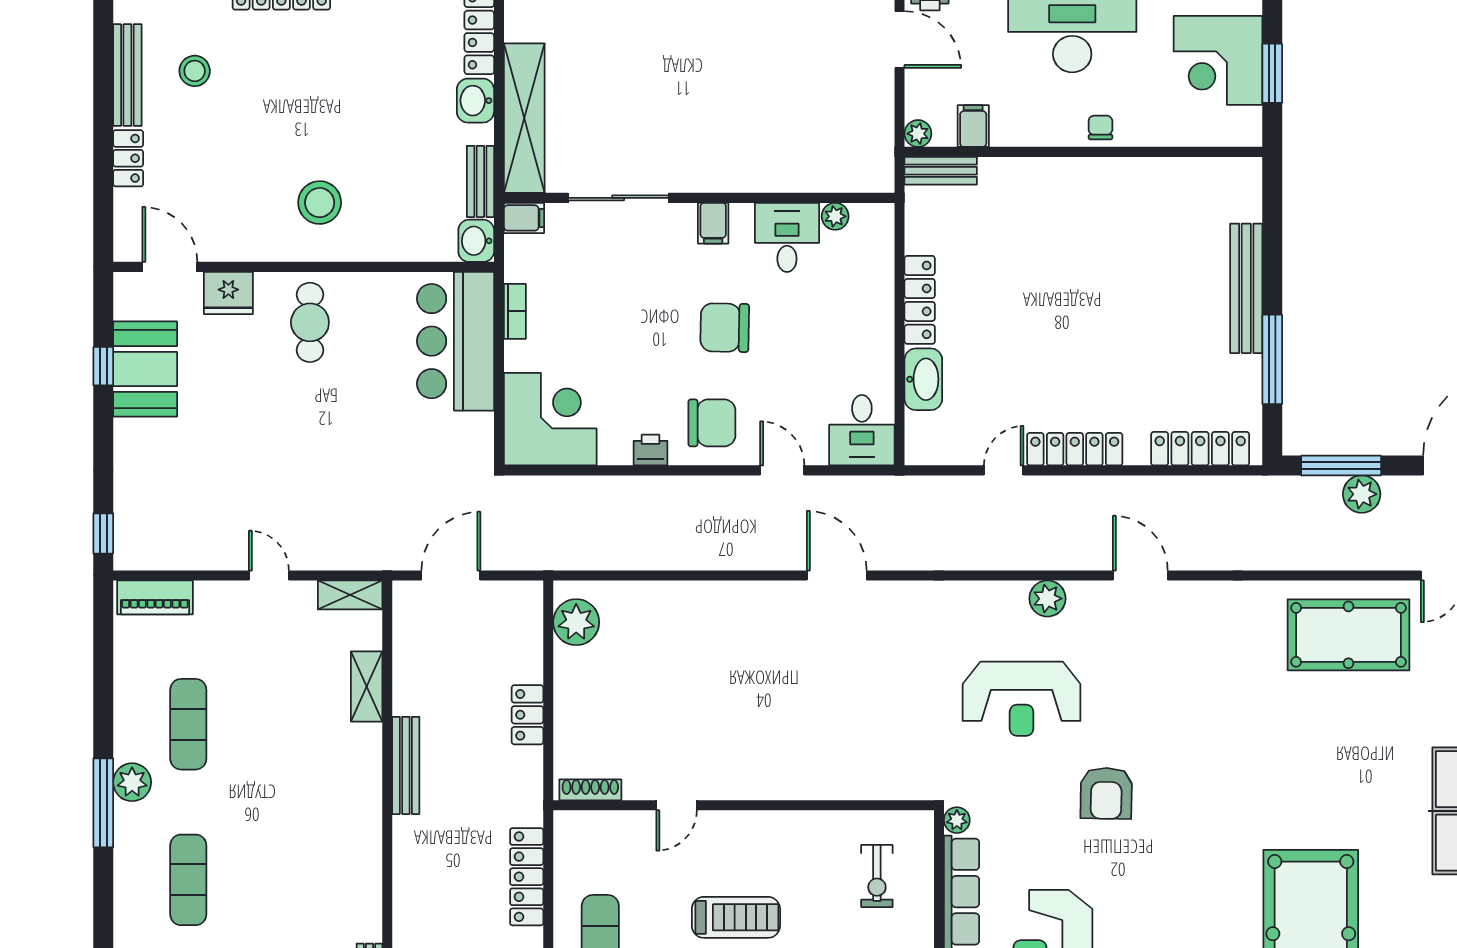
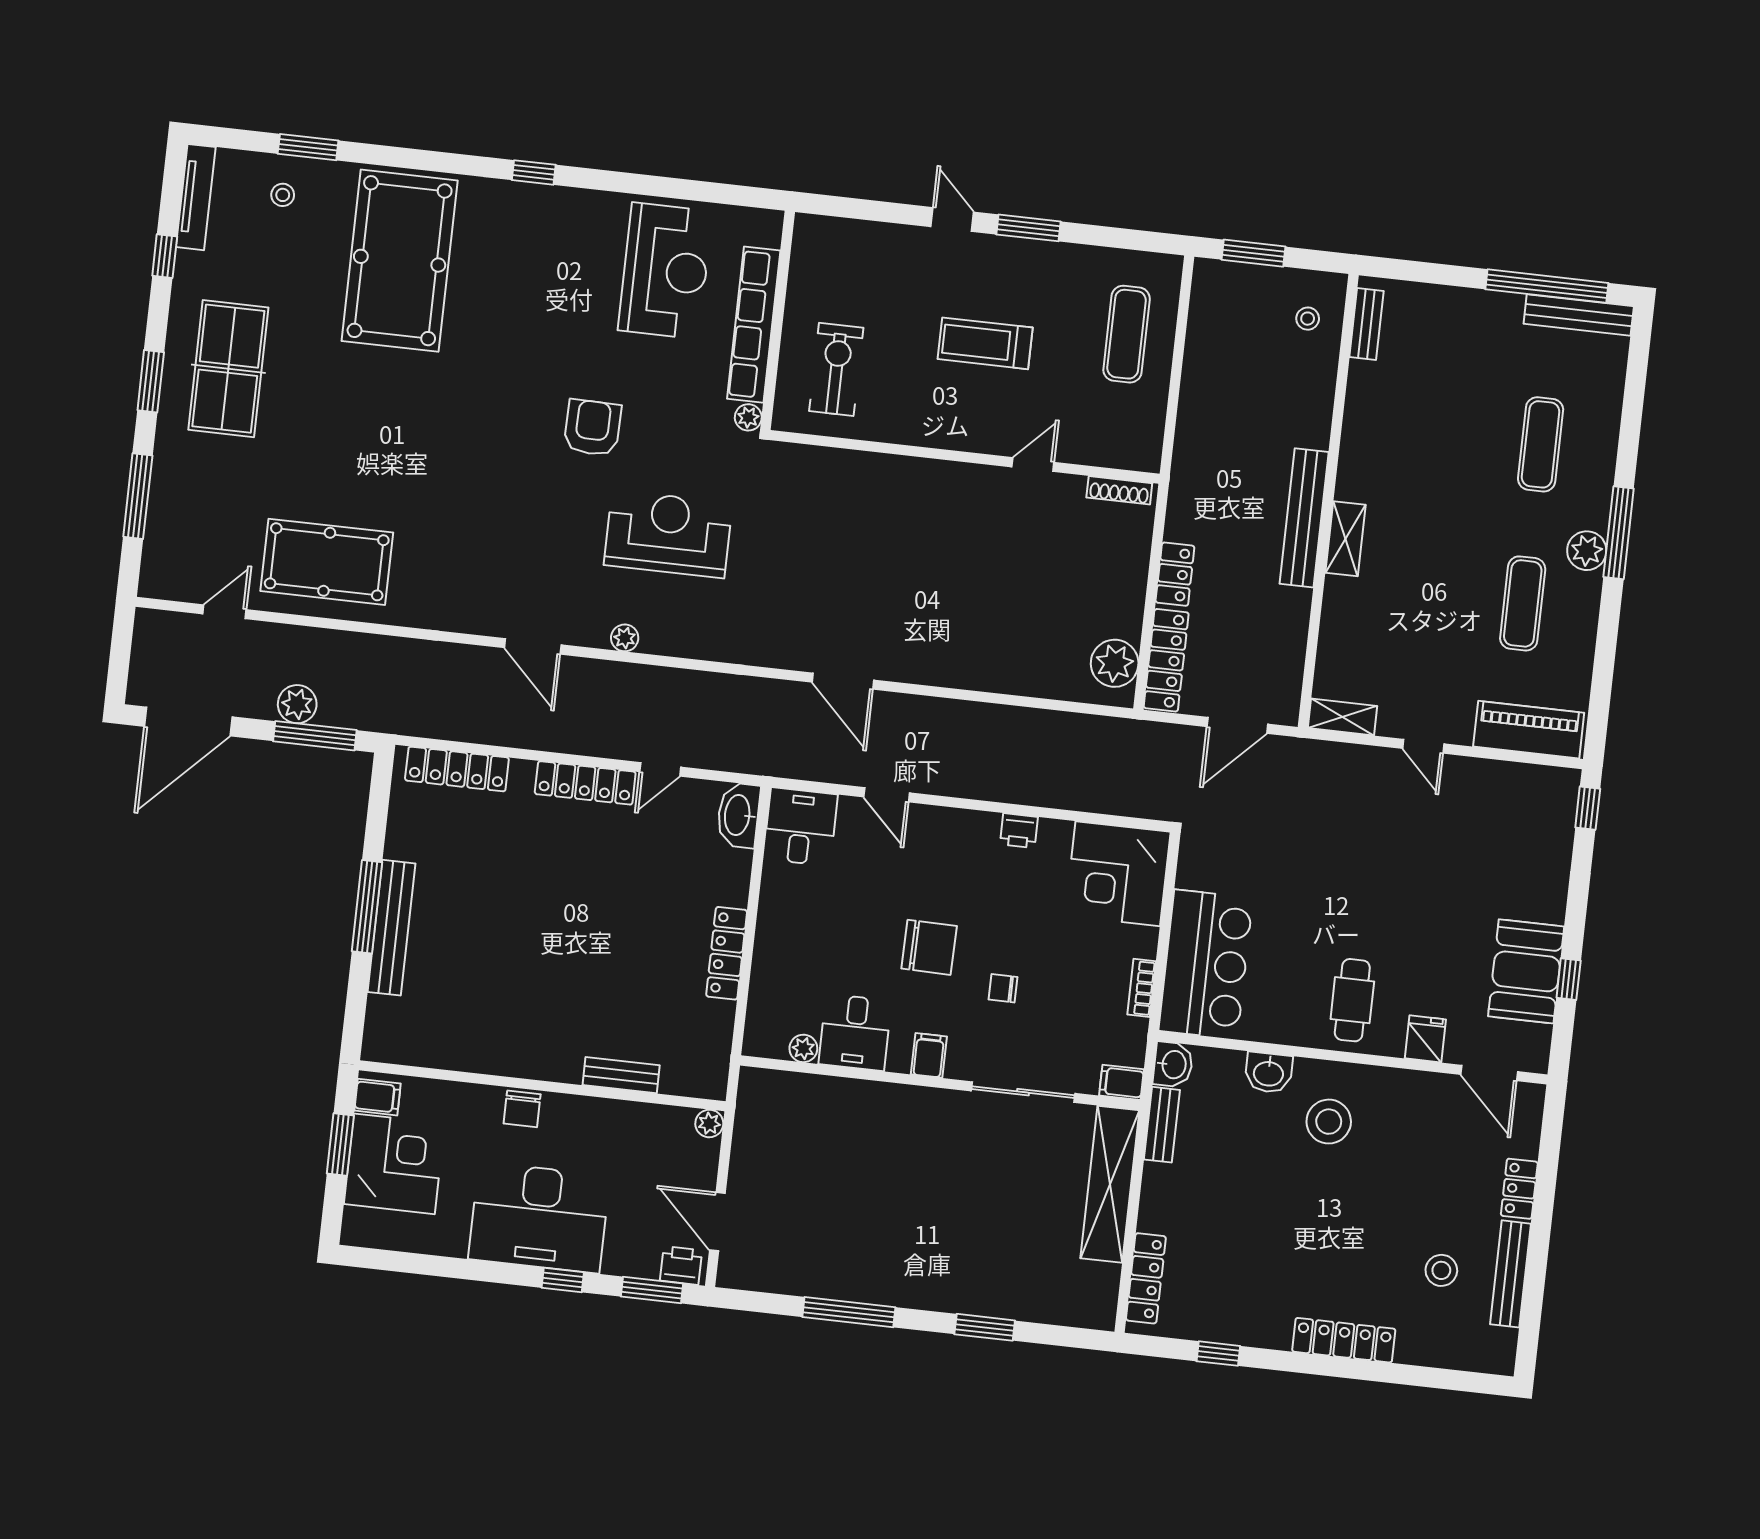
washbasin: (475, 101) -> (1269, 1073), moved, turned 90
filing cabinet: (973, 126) -> (377, 1097), moved, turned -90
chair: (1100, 127) -> (522, 1109), width x1.37, depth x1.37
bench: (941, 171) -> (621, 1075), moved
fridge: (228, 293) -> (1425, 1039), width x0.72
window: (1272, 359) -> (367, 907), moved
washbasin: (923, 379) -> (738, 815), moved
chair: (712, 423) -> (1003, 988), moved, width x0.54, depth x0.54
piano: (155, 597) -> (1529, 730), width x1.37, depth x1.33
plant: (1047, 599) -> (625, 638), width x0.73, depth x0.73
shelving: (367, 687) -> (1345, 539), moved
bench: (406, 765) -> (1304, 518), width x1.37, depth x1.21
exercise bike: (877, 876) -> (836, 369), width x1.38, depth x1.39
locker: (527, 877) -> (1166, 660), moved

